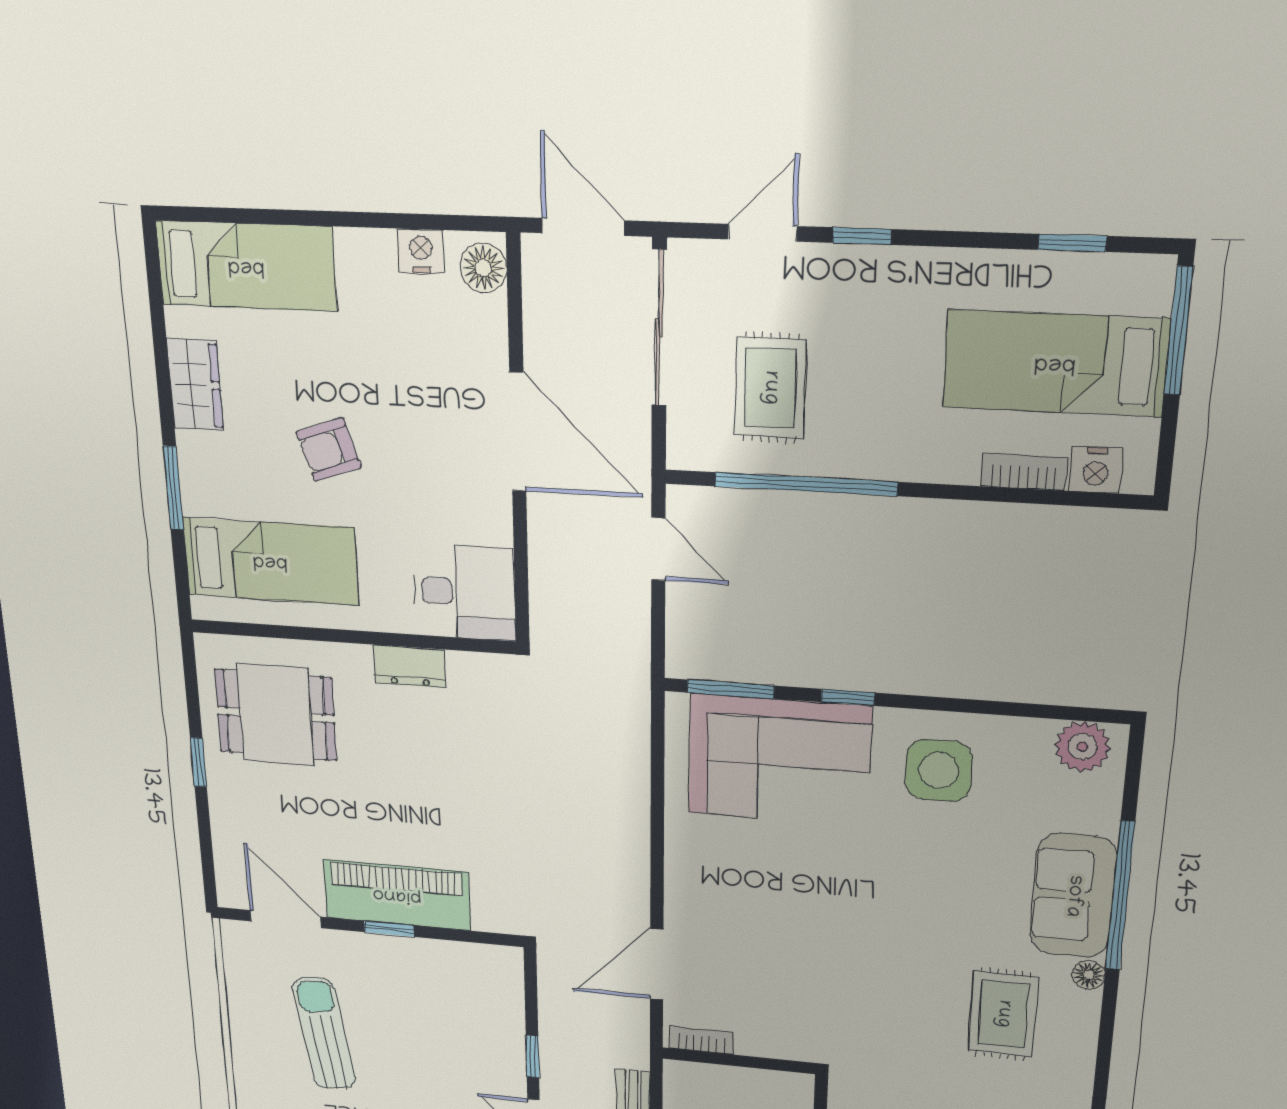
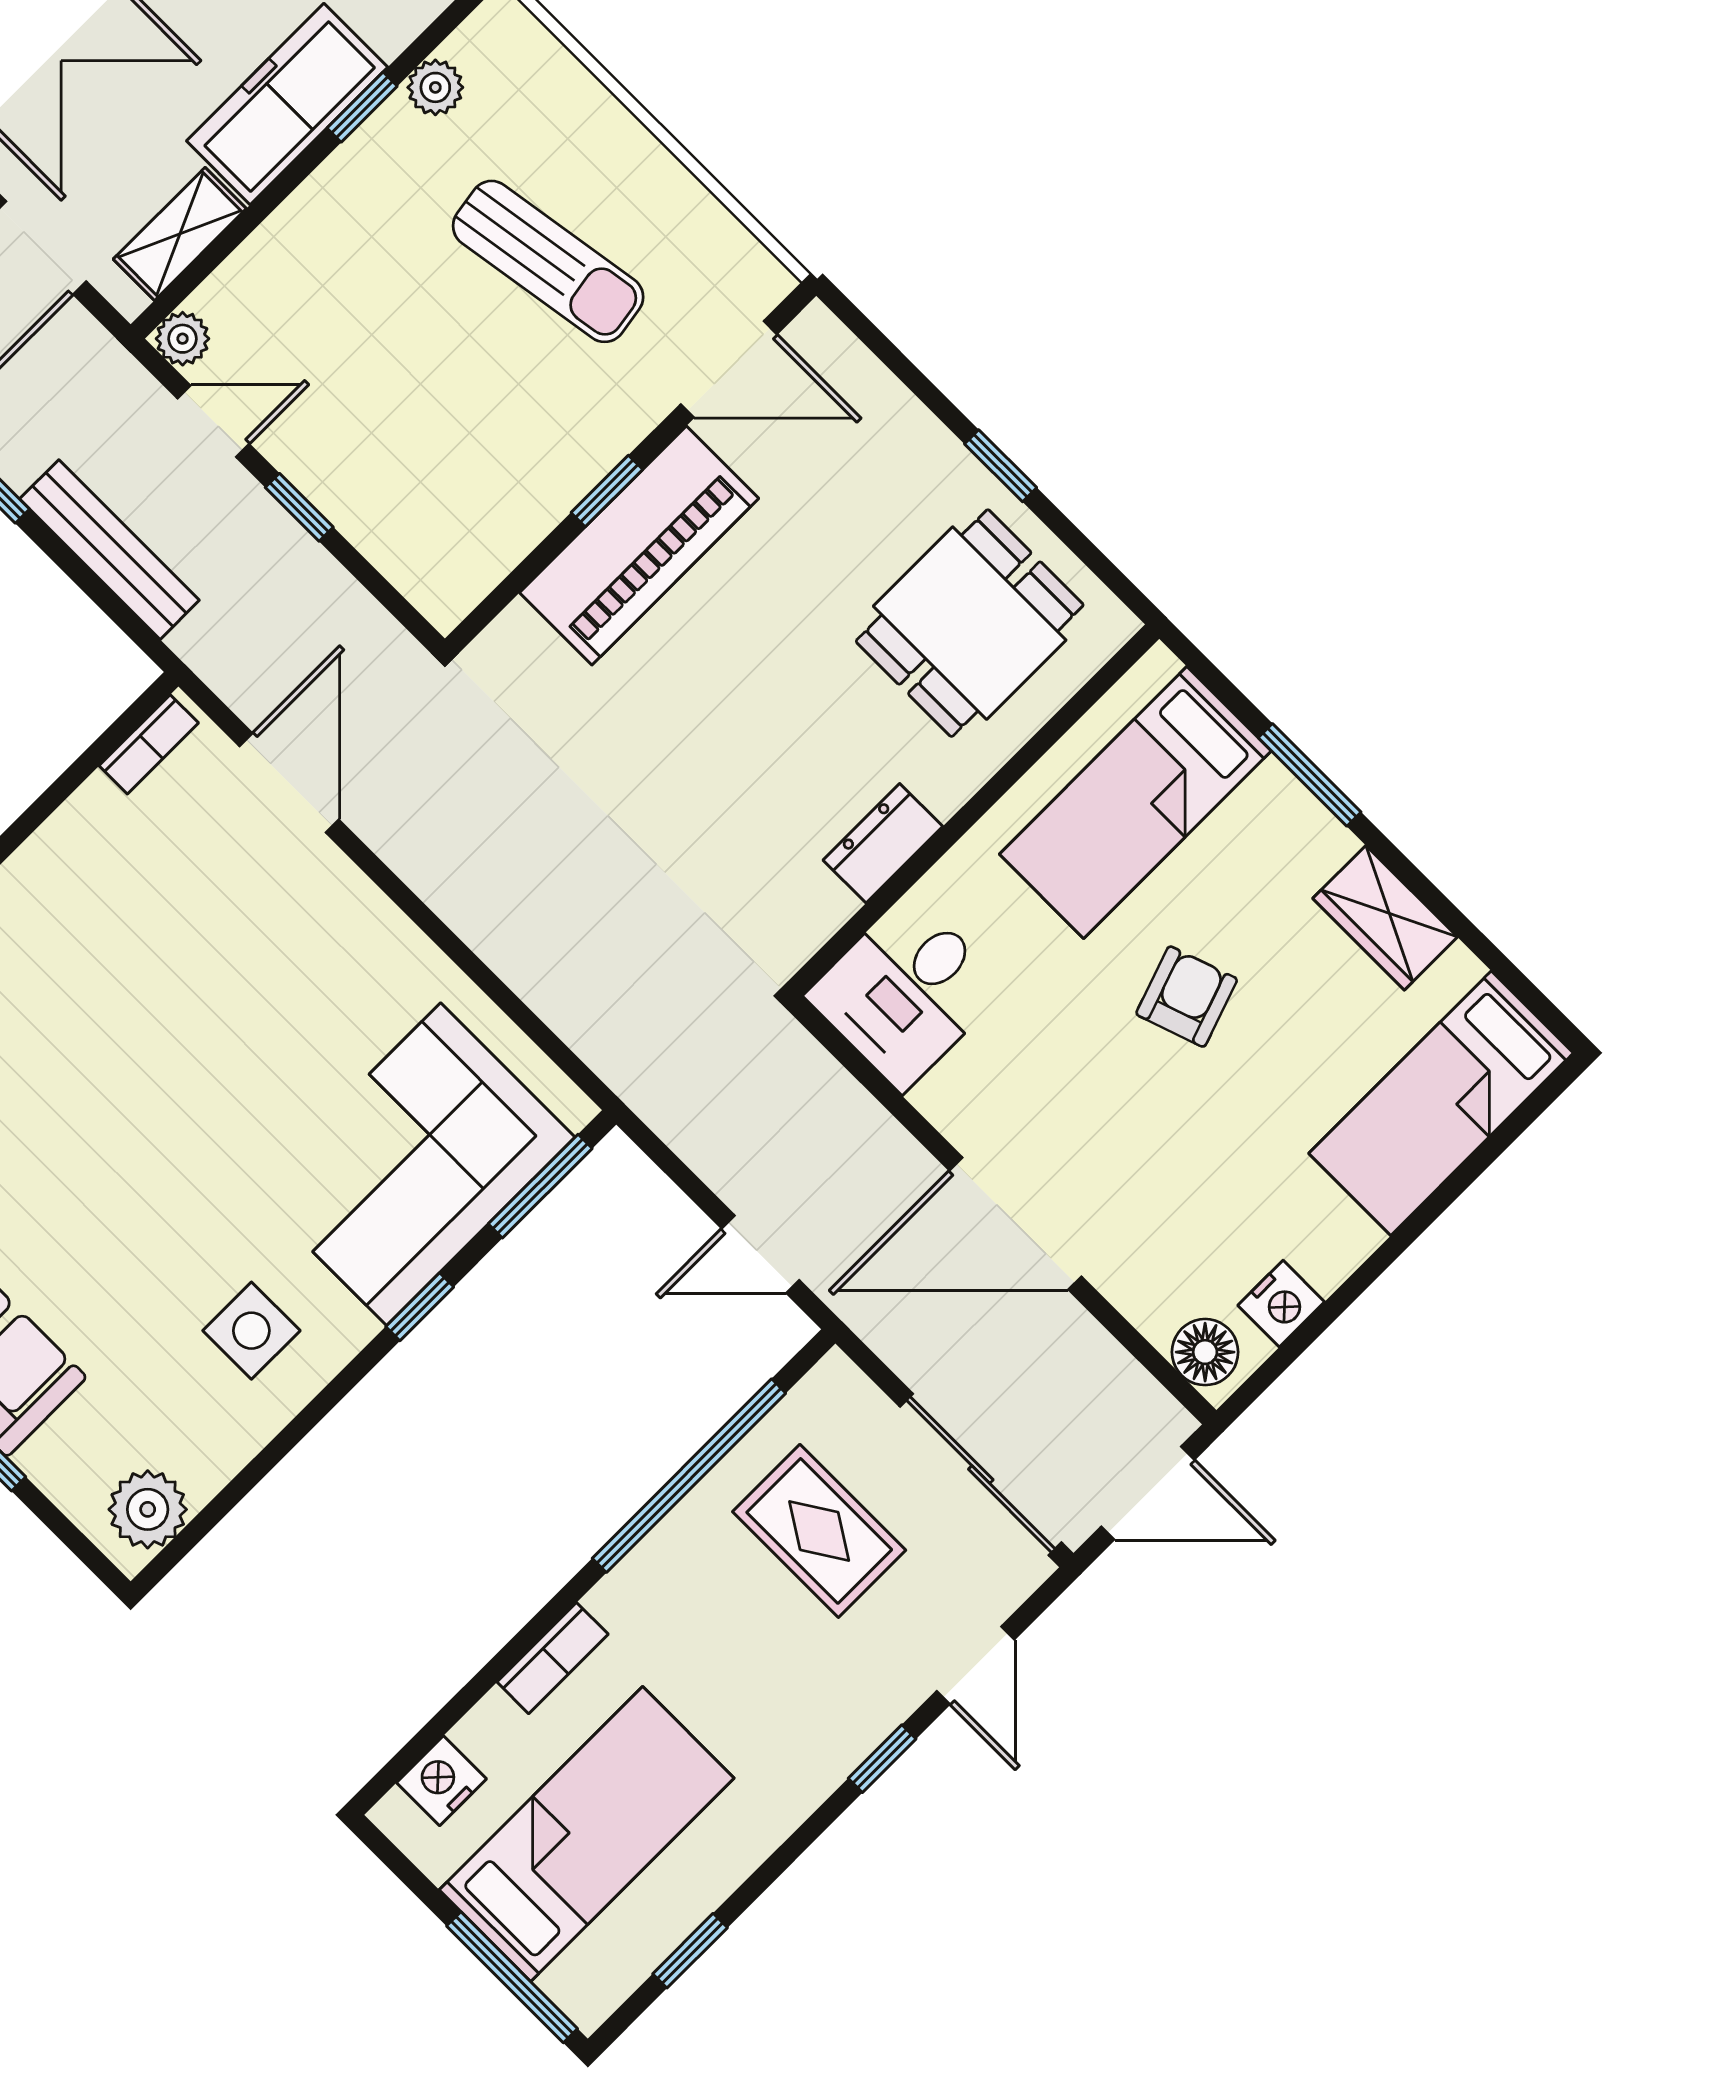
bookcase: (1024, 472) -> (553, 1658), moved
side table: (939, 770) -> (251, 1331), width x0.73, depth x0.73

